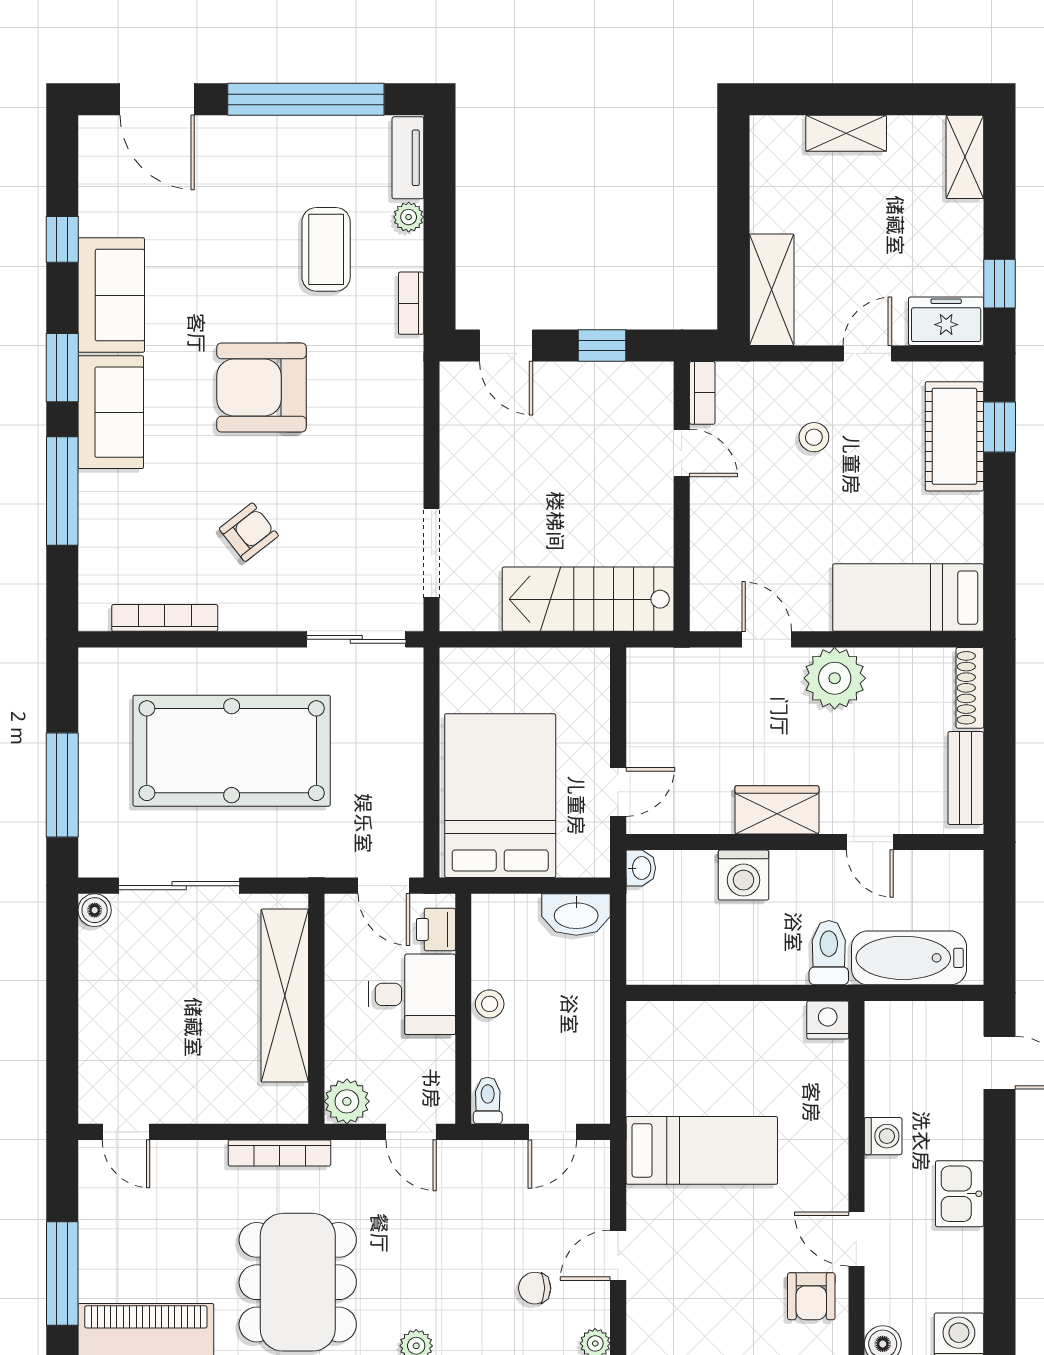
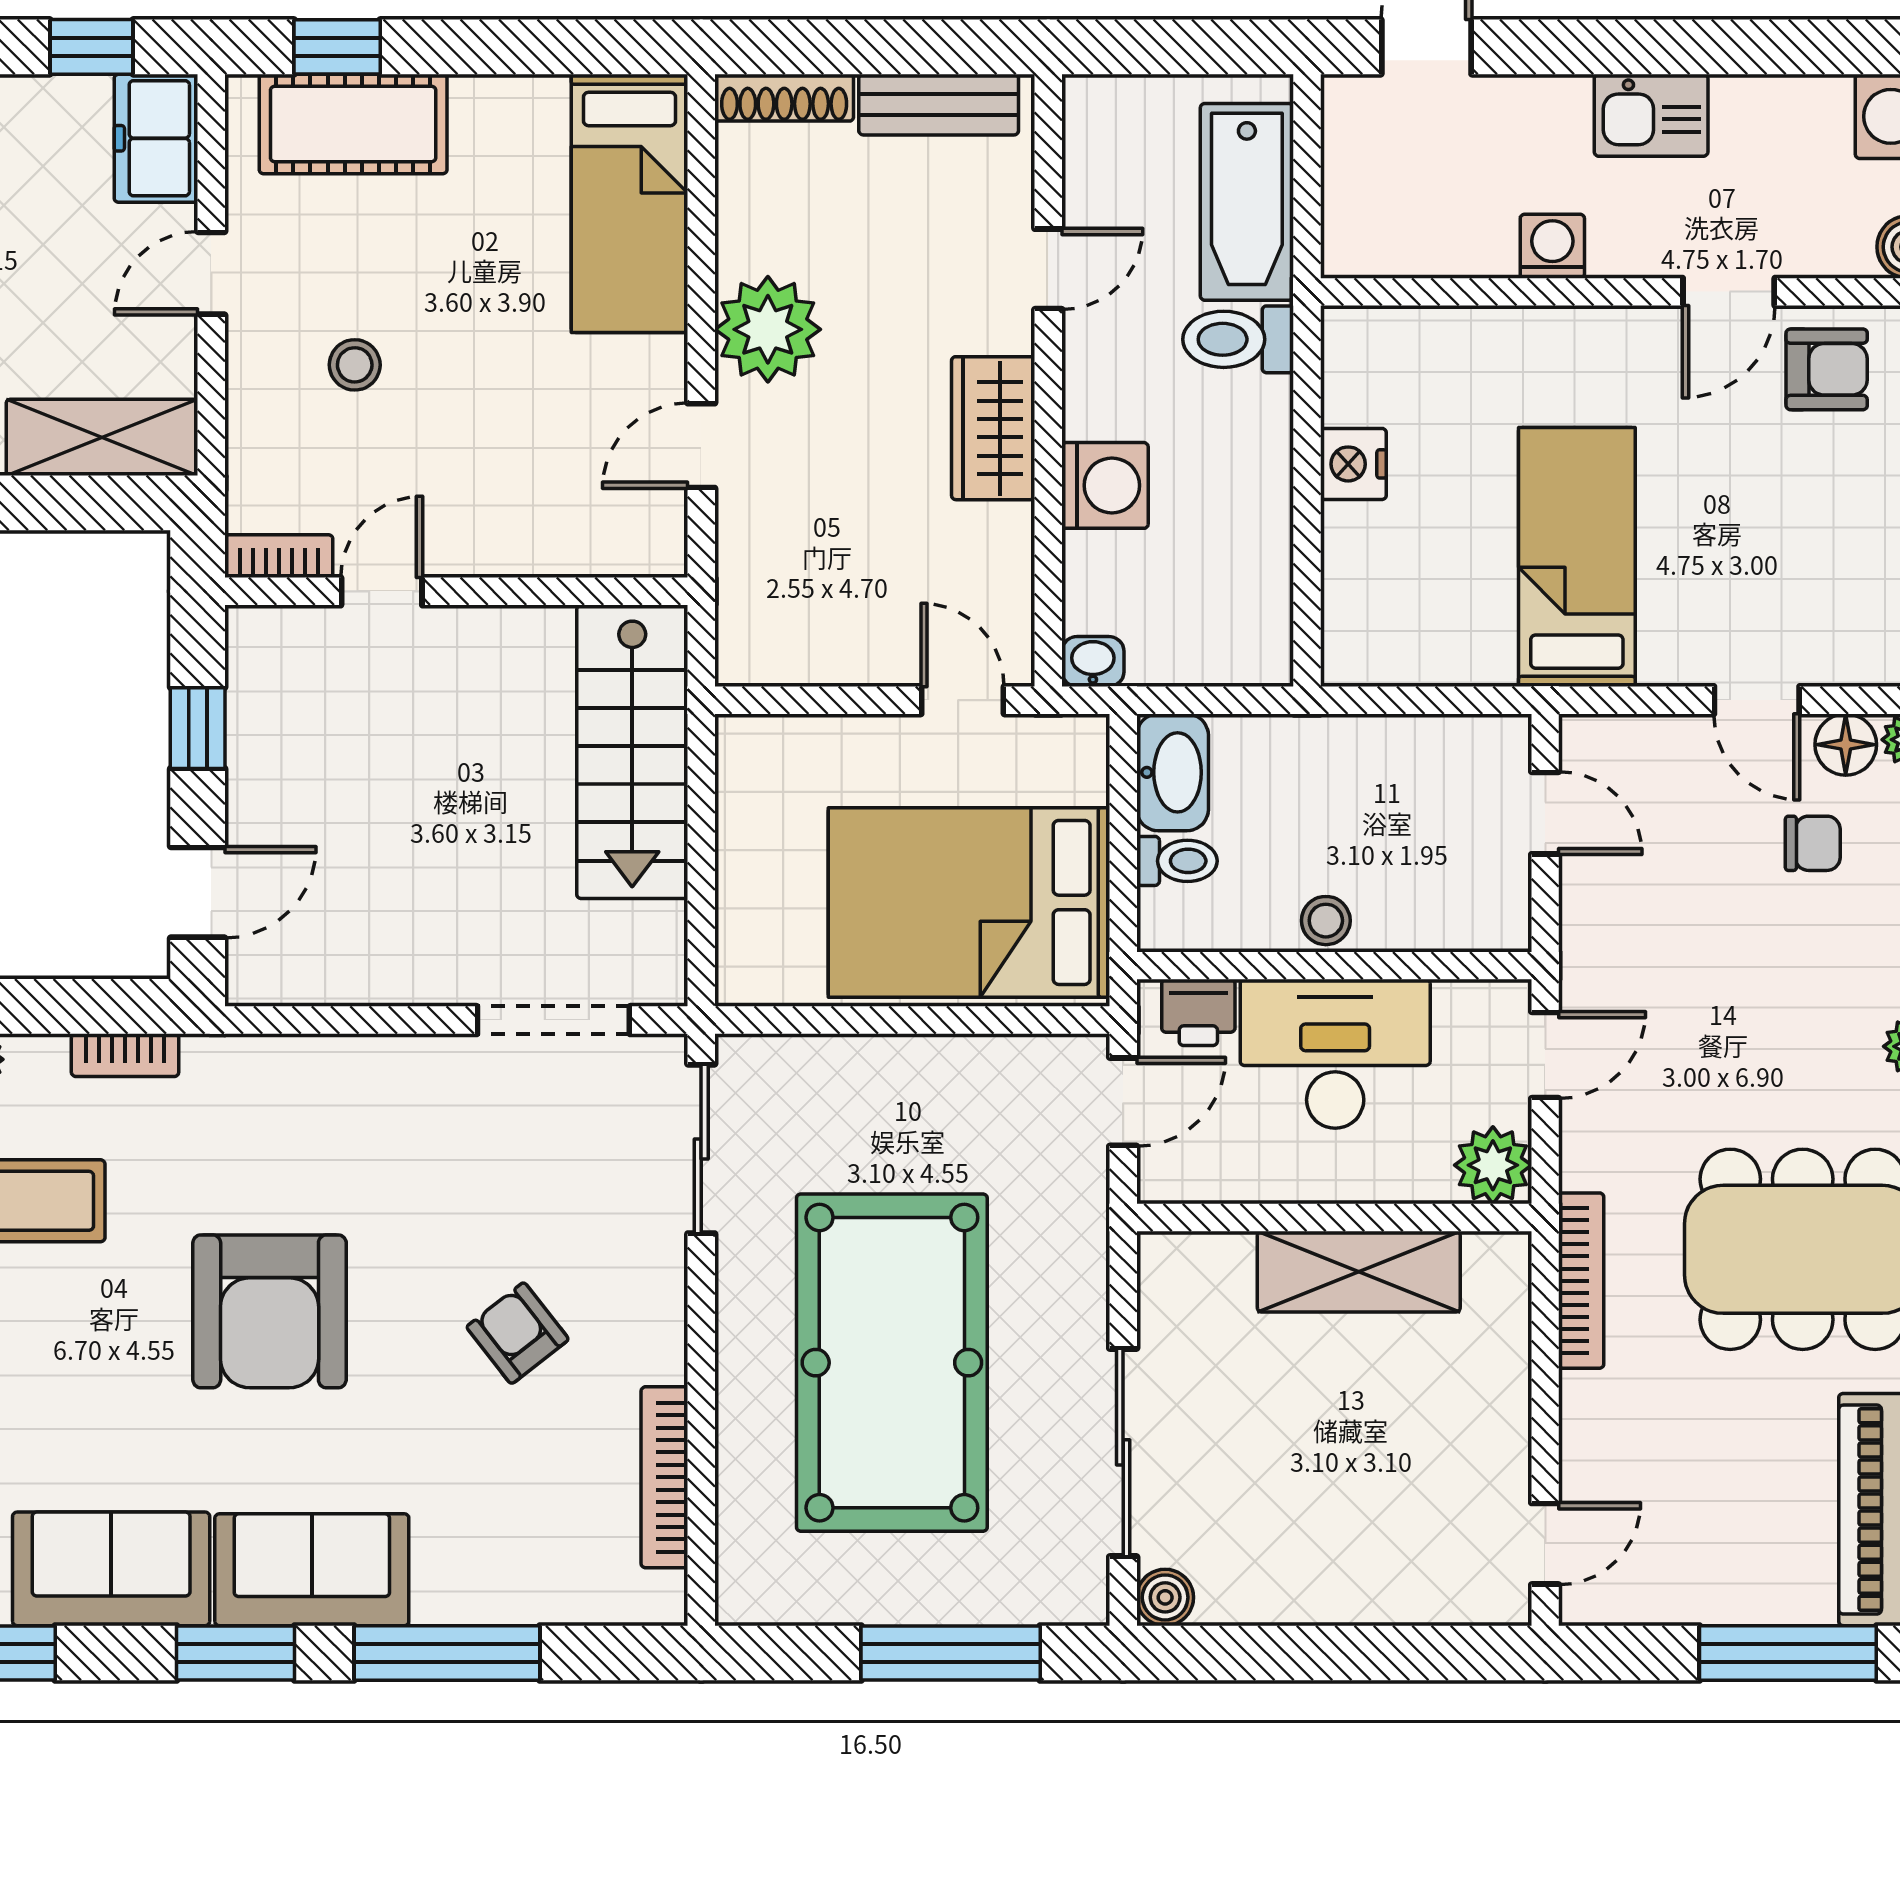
door: (867, 353) -> (211, 273), hinge flipped
desk: (412, 994) -> (1335, 1054), width x1.37
shelving: (285, 996) -> (1359, 1272), width x0.68
nightstand: (828, 1020) -> (1353, 464), moved
toilet: (488, 1101) -> (1177, 861), moved, turned 180
chair: (535, 1288) -> (1813, 843), turned -90
floor lamp: (592, 1307) -> (1846, 745), added

